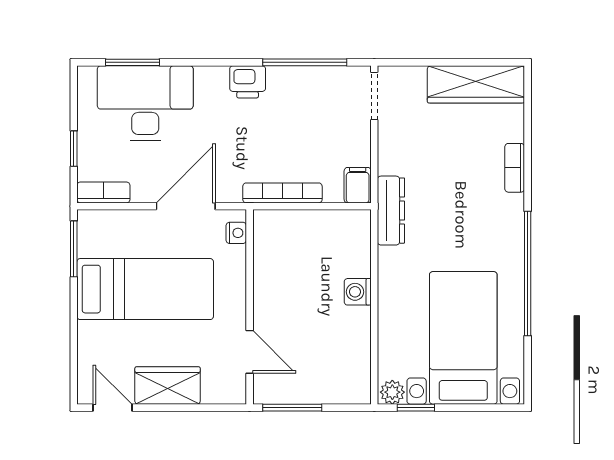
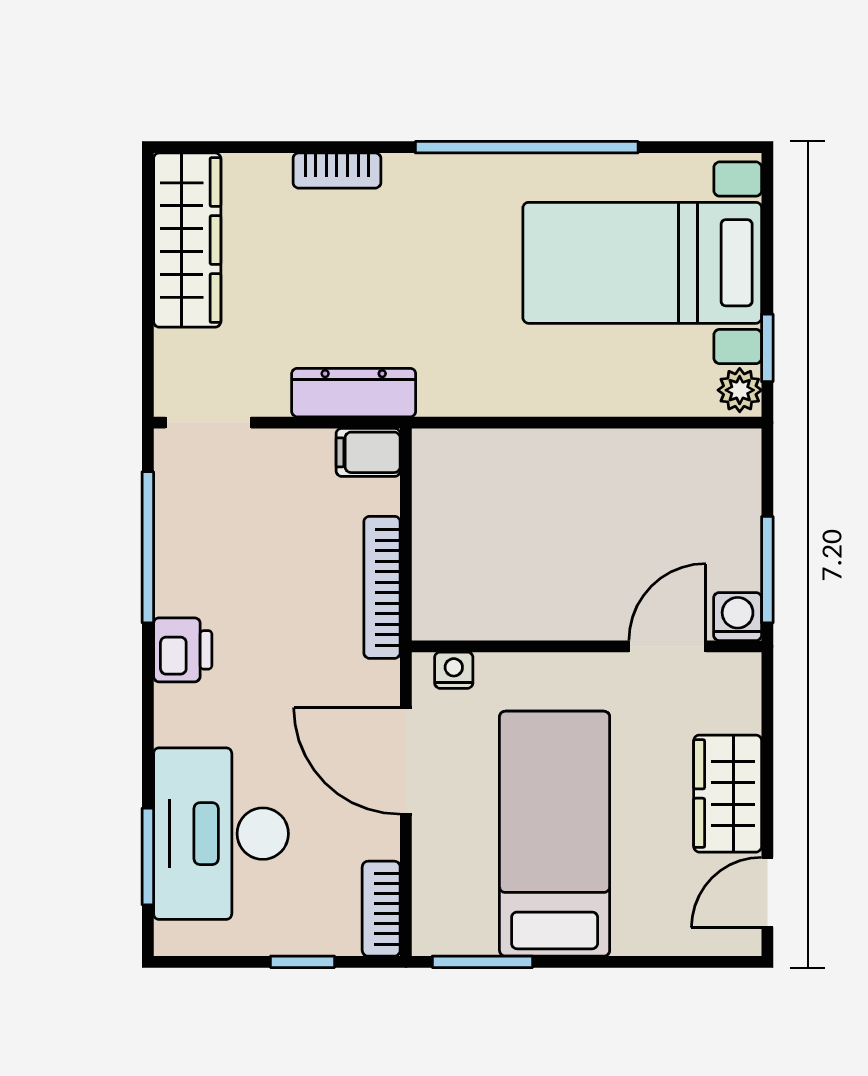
dresser: (391, 211) -> (354, 393), moved
washing machine: (358, 292) -> (738, 617), moved, turned 180

